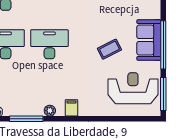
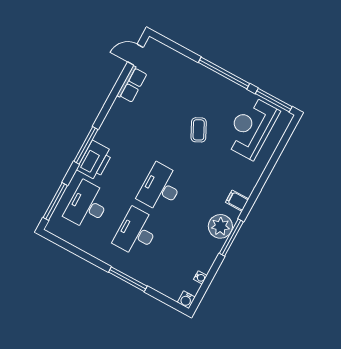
sofa: (149, 40) -> (211, 85), removed
plant: (50, 111) -> (220, 226), width x1.87, depth x1.87
window: (26, 119) -> (231, 238), moved

